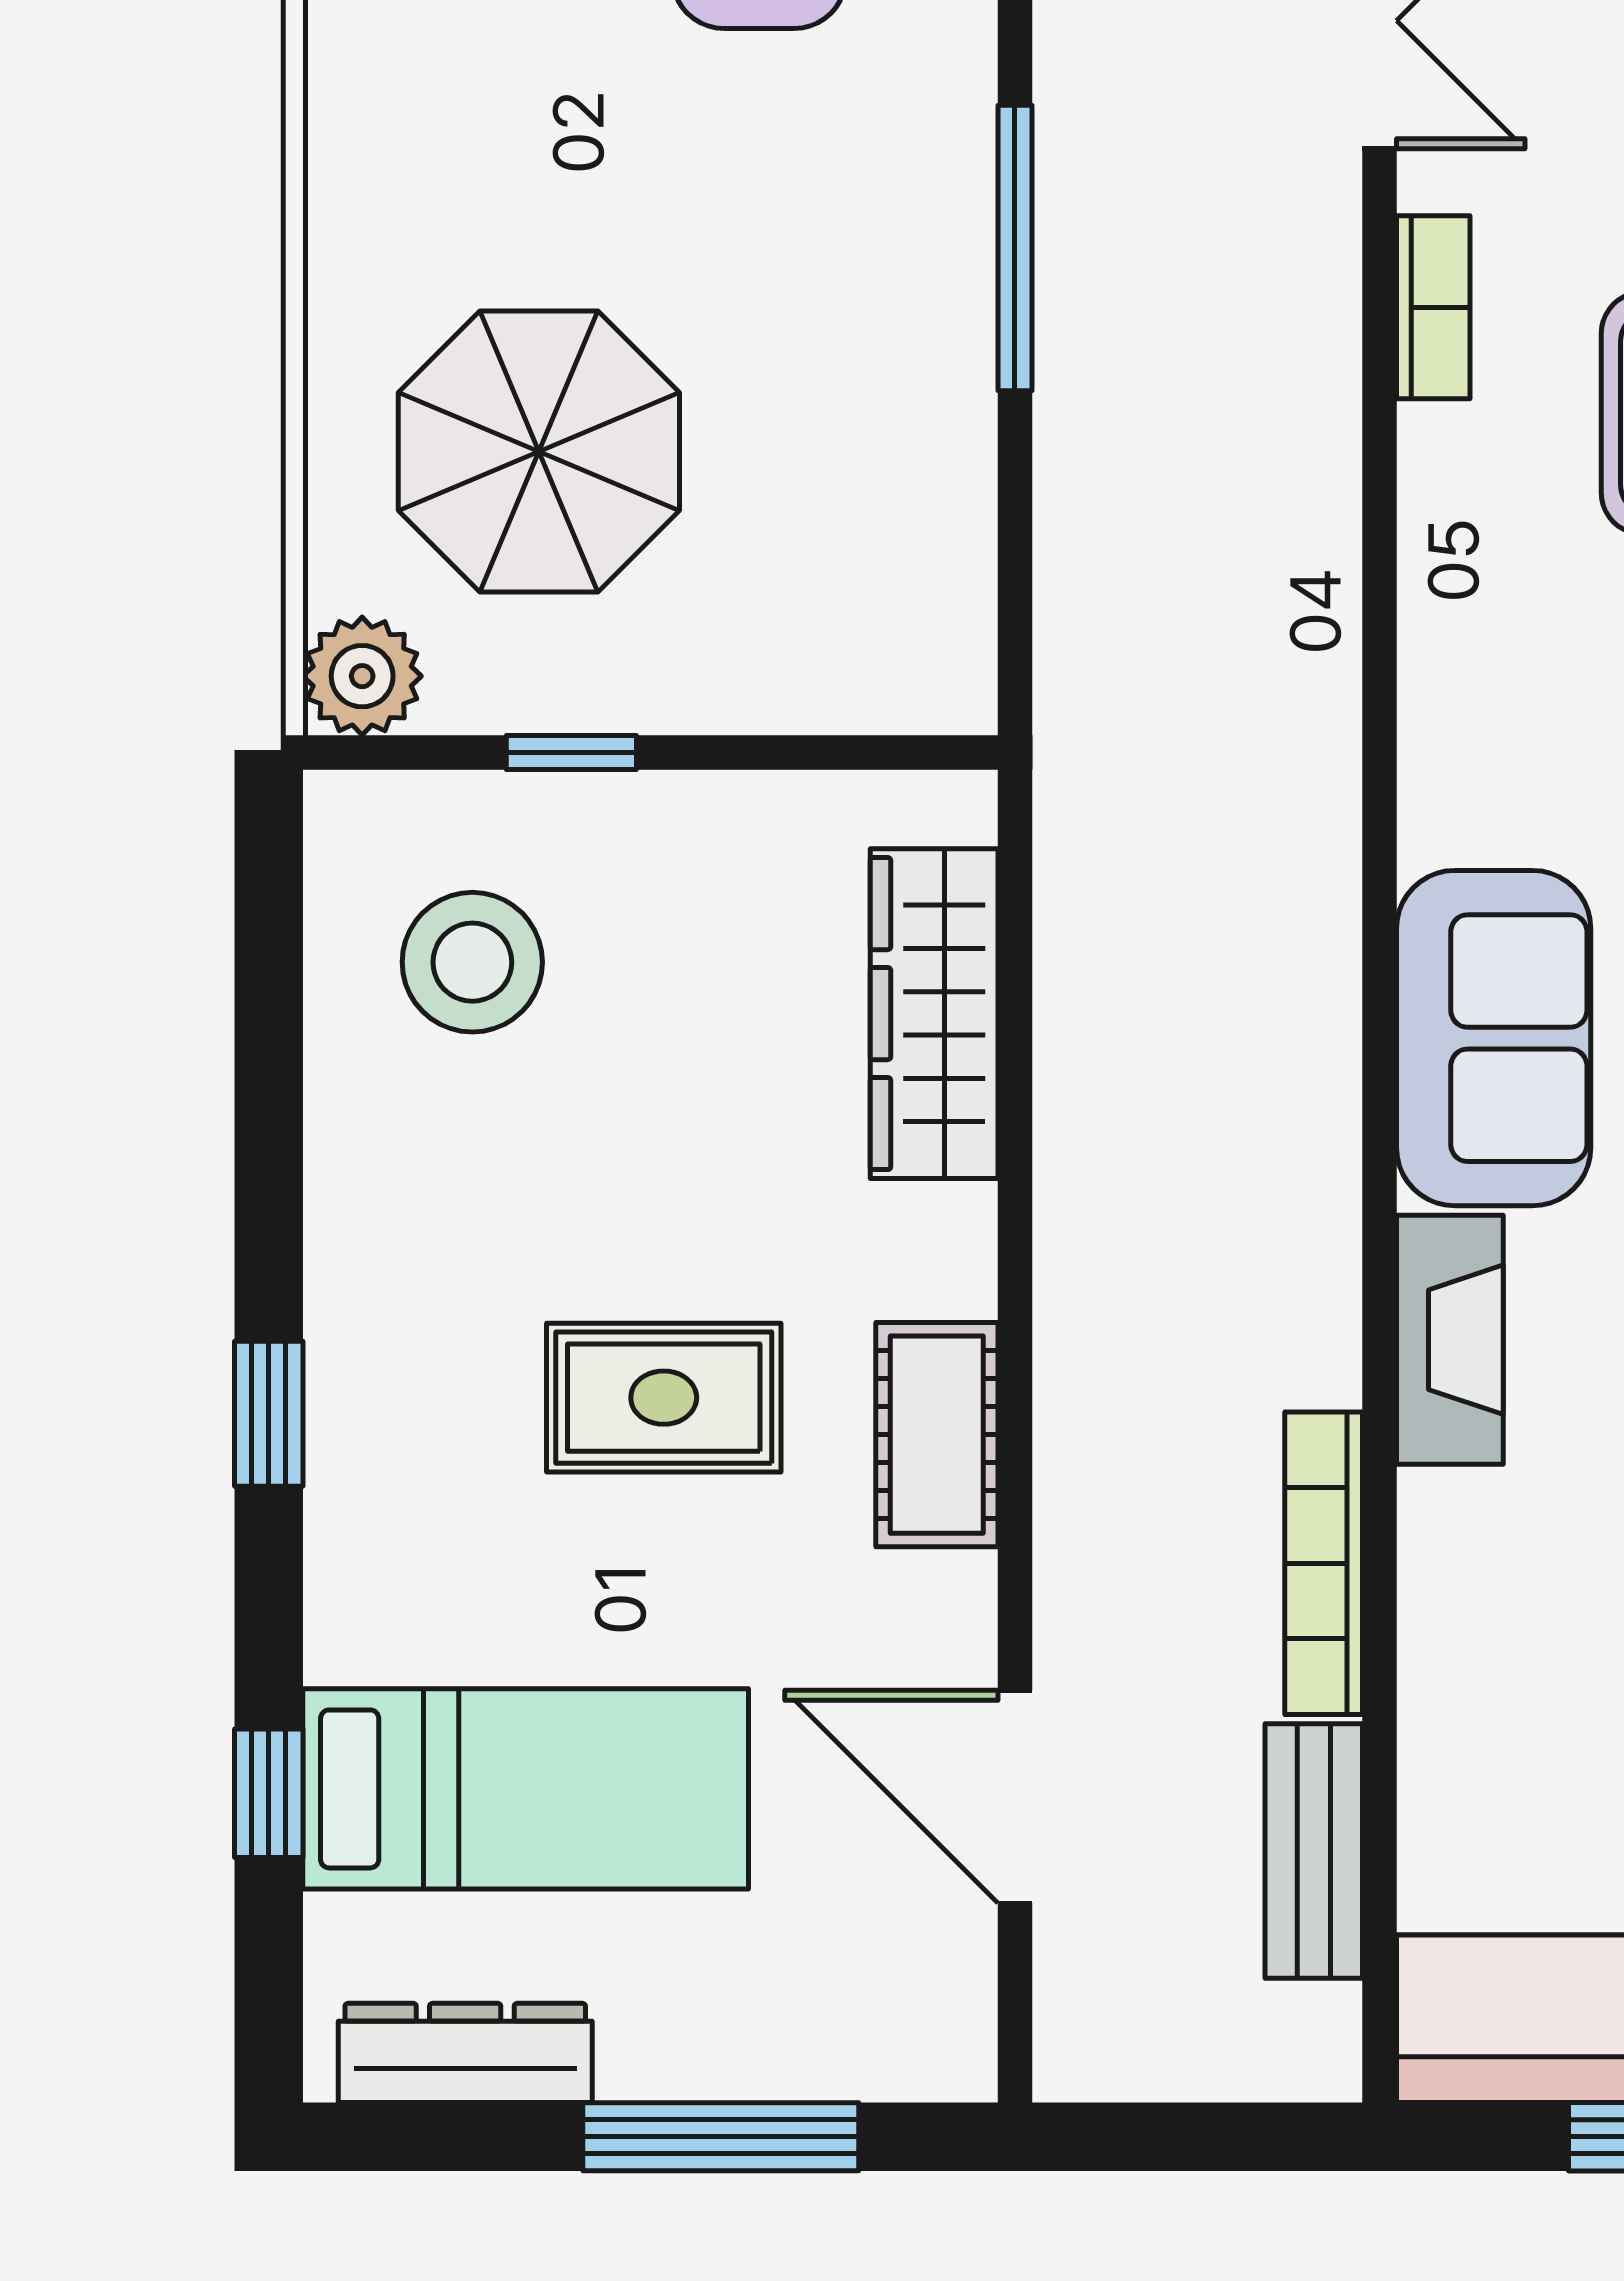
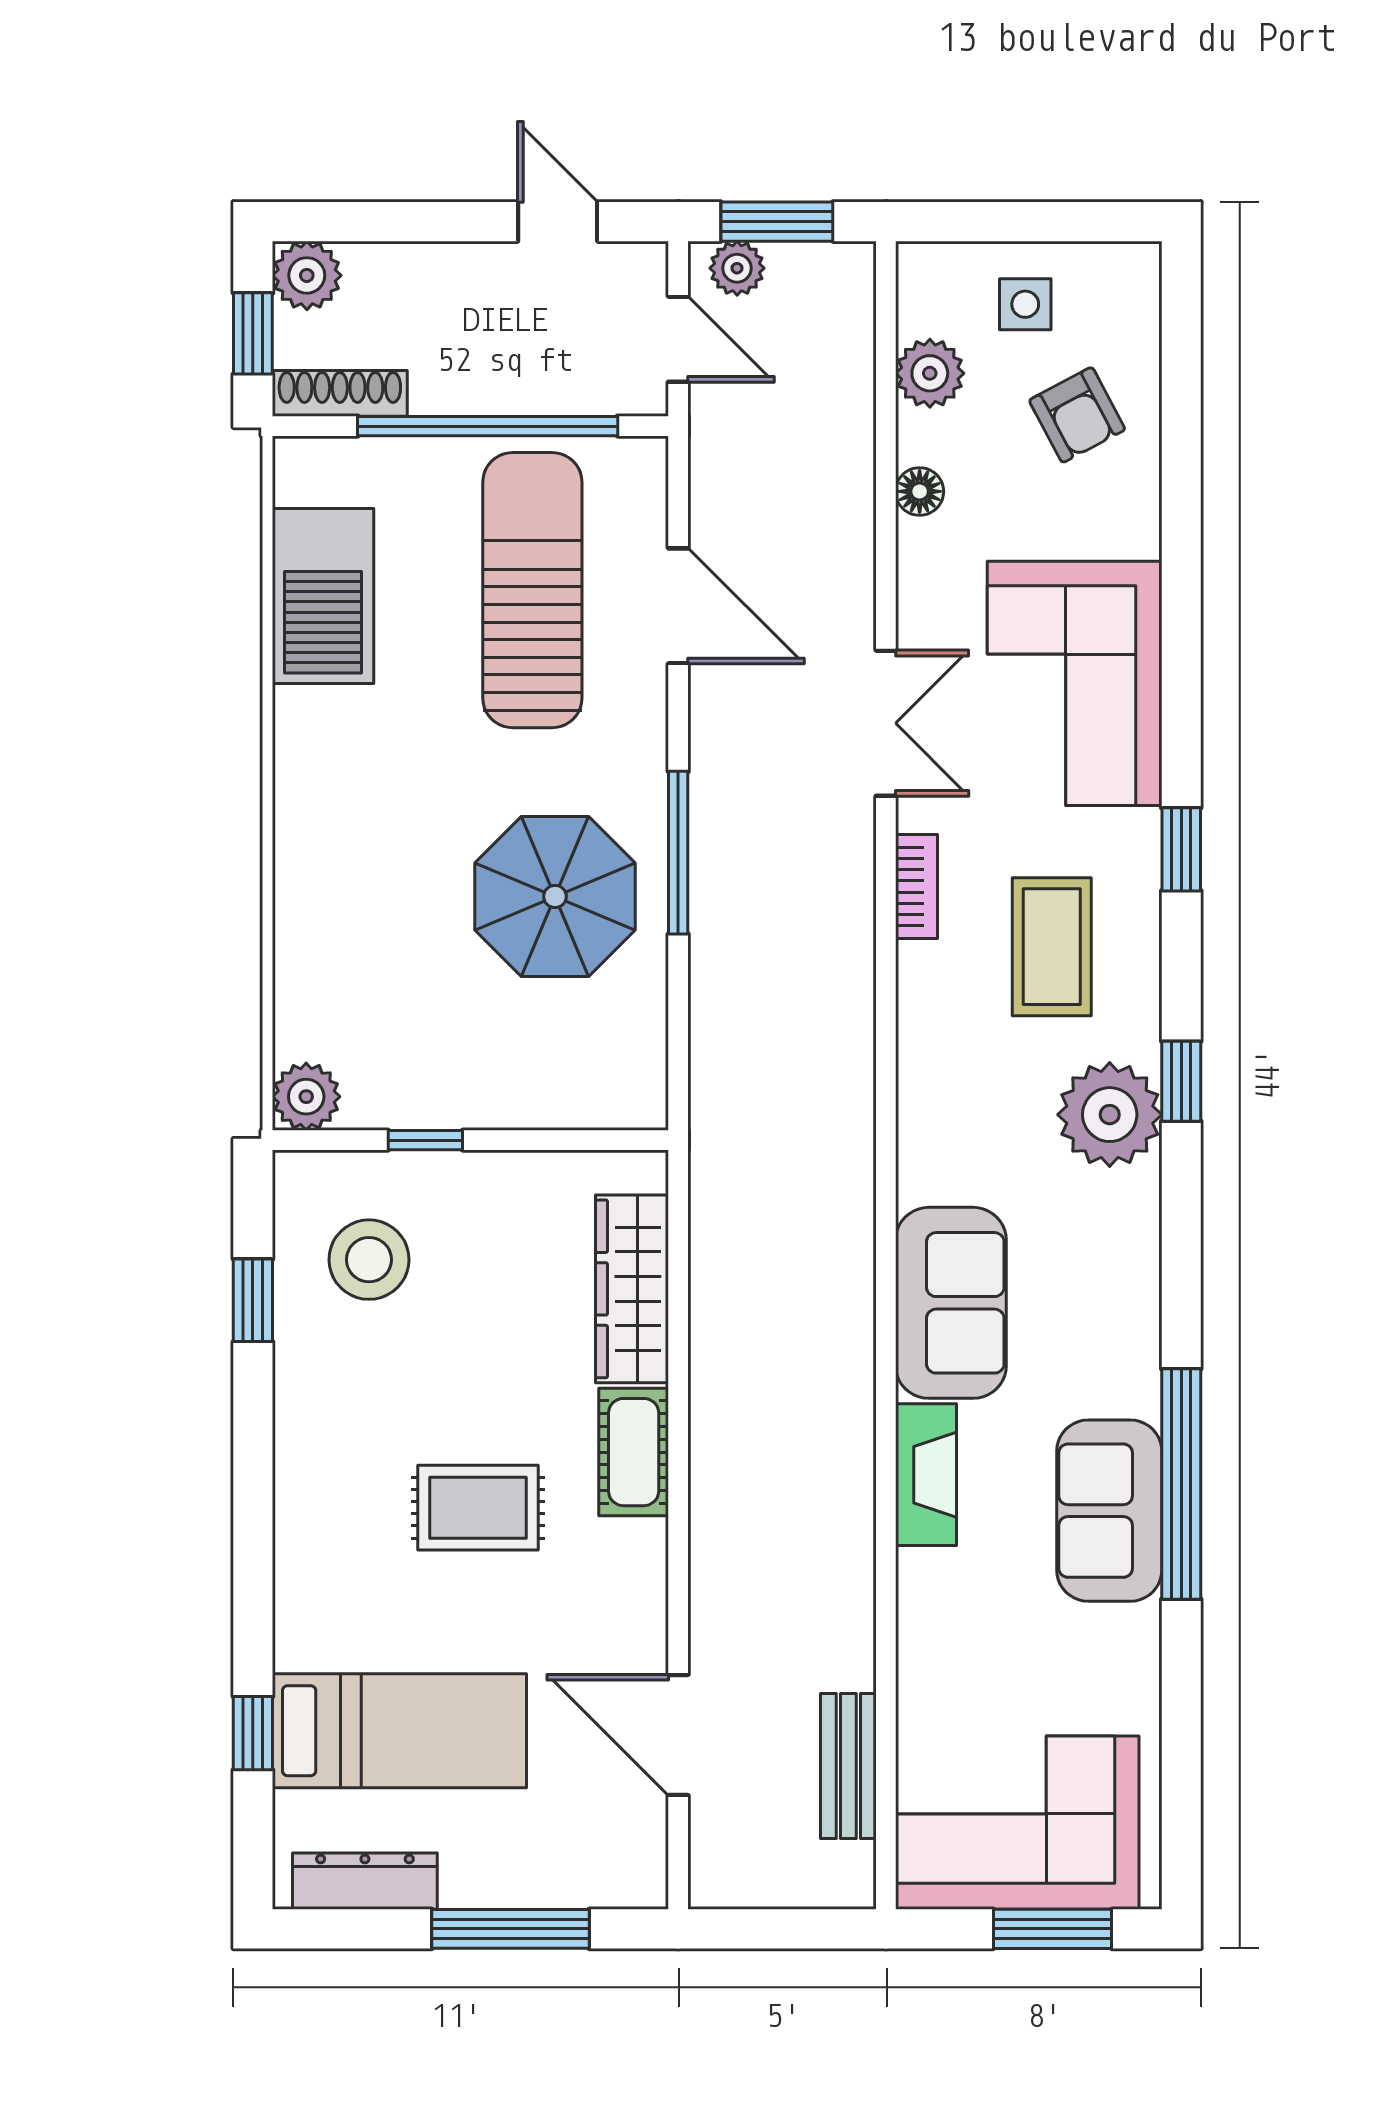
parasol: (539, 451) -> (555, 896), moved
window: (269, 1414) -> (253, 1300), moved
cot: (937, 1435) -> (634, 1452), moved
bookcase: (1324, 1563) -> (854, 1602), removed

